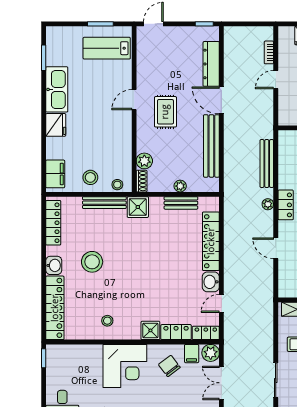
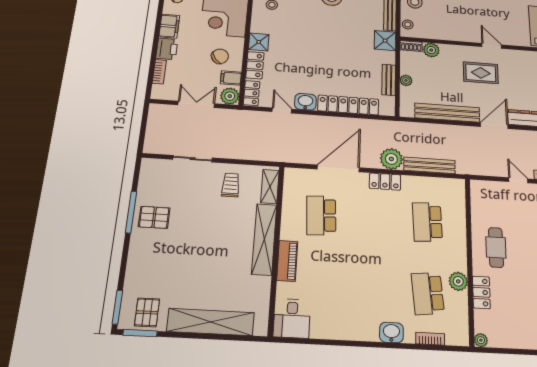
plant: (268, 204) -> (391, 159), width x1.87, depth x1.87
door: (276, 248) -> (338, 168), width x1.88

